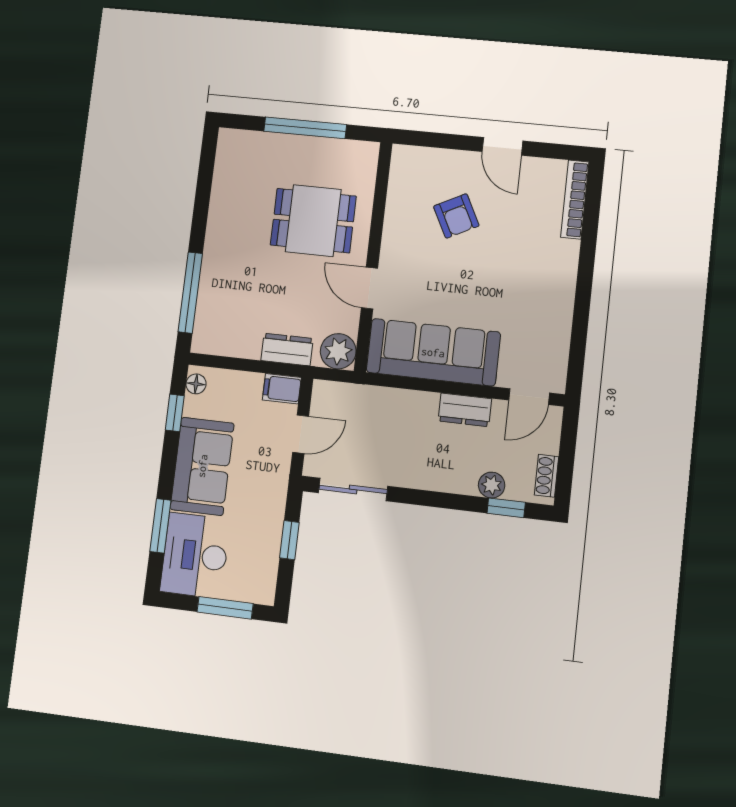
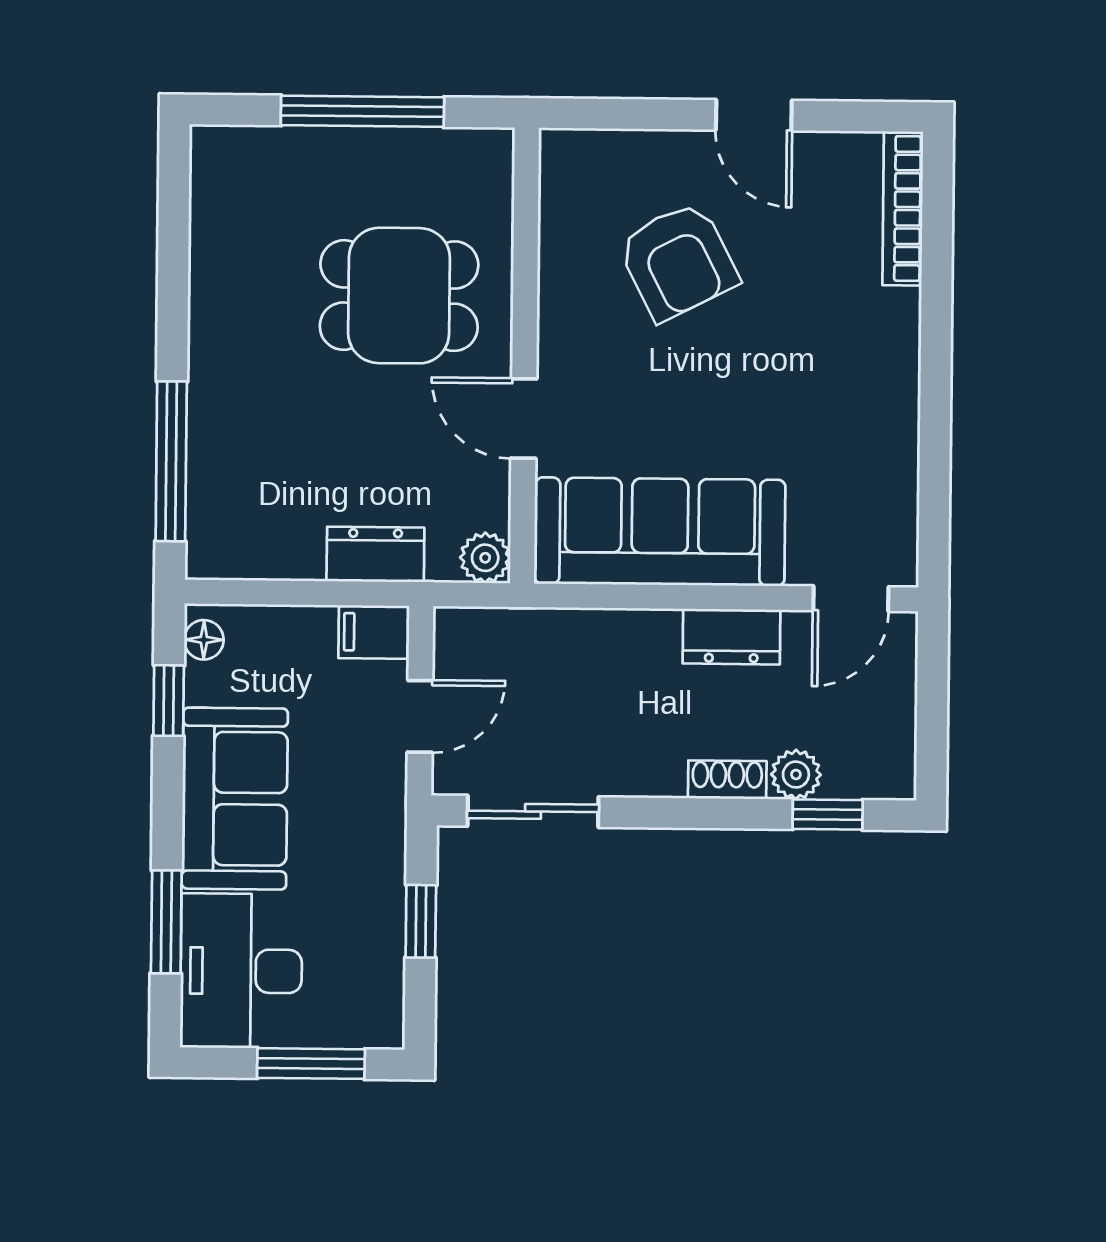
armchair: (456, 216) -> (678, 261), width x1.38, depth x1.38
plant: (338, 351) -> (485, 558), width x0.73, depth x0.73
shoe rack: (547, 476) -> (727, 780), moved, turned 90

